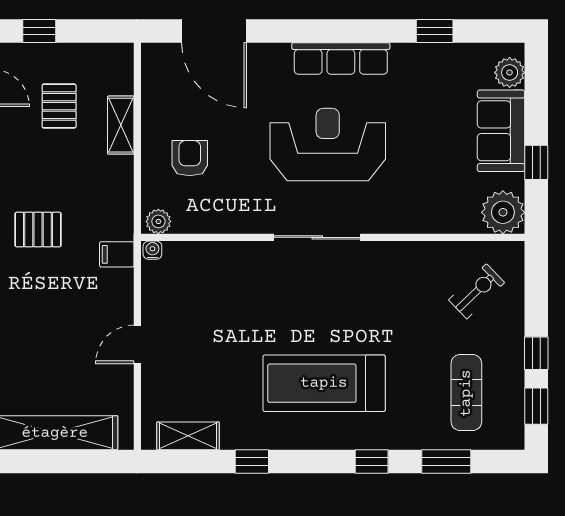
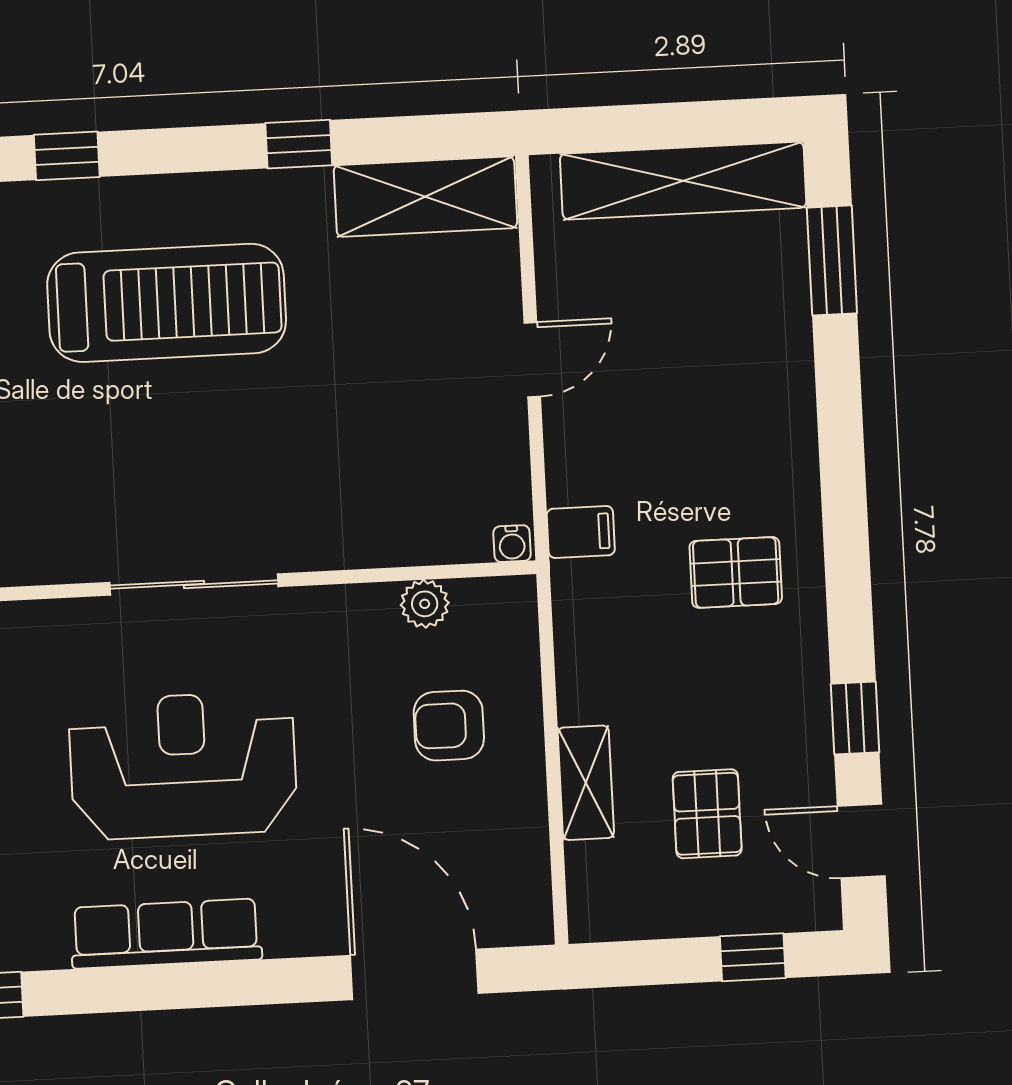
reception desk: (328, 145) -> (183, 766), turned 180
armchair: (190, 158) -> (449, 726), turned 90
plant: (158, 221) -> (425, 604), moved
shelving: (188, 436) -> (425, 197), width x1.50, depth x1.33

